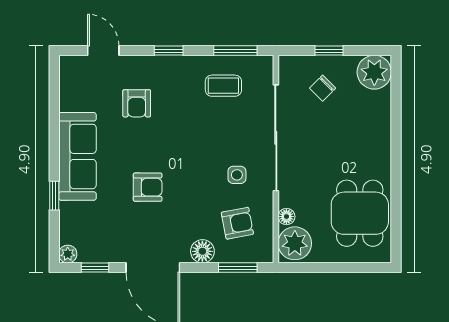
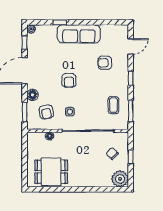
armchair: (148, 187) -> (69, 80), moved
plant: (295, 243) -> (36, 140), removed

